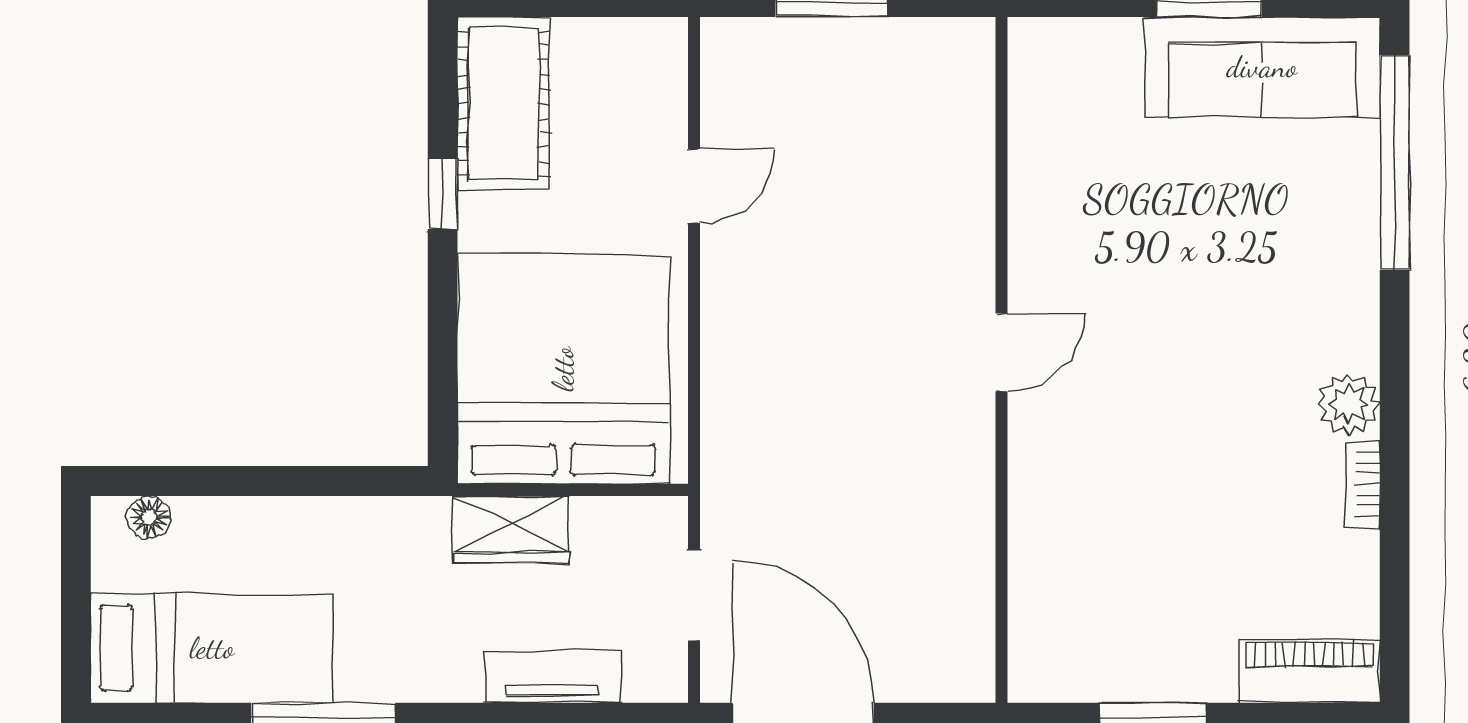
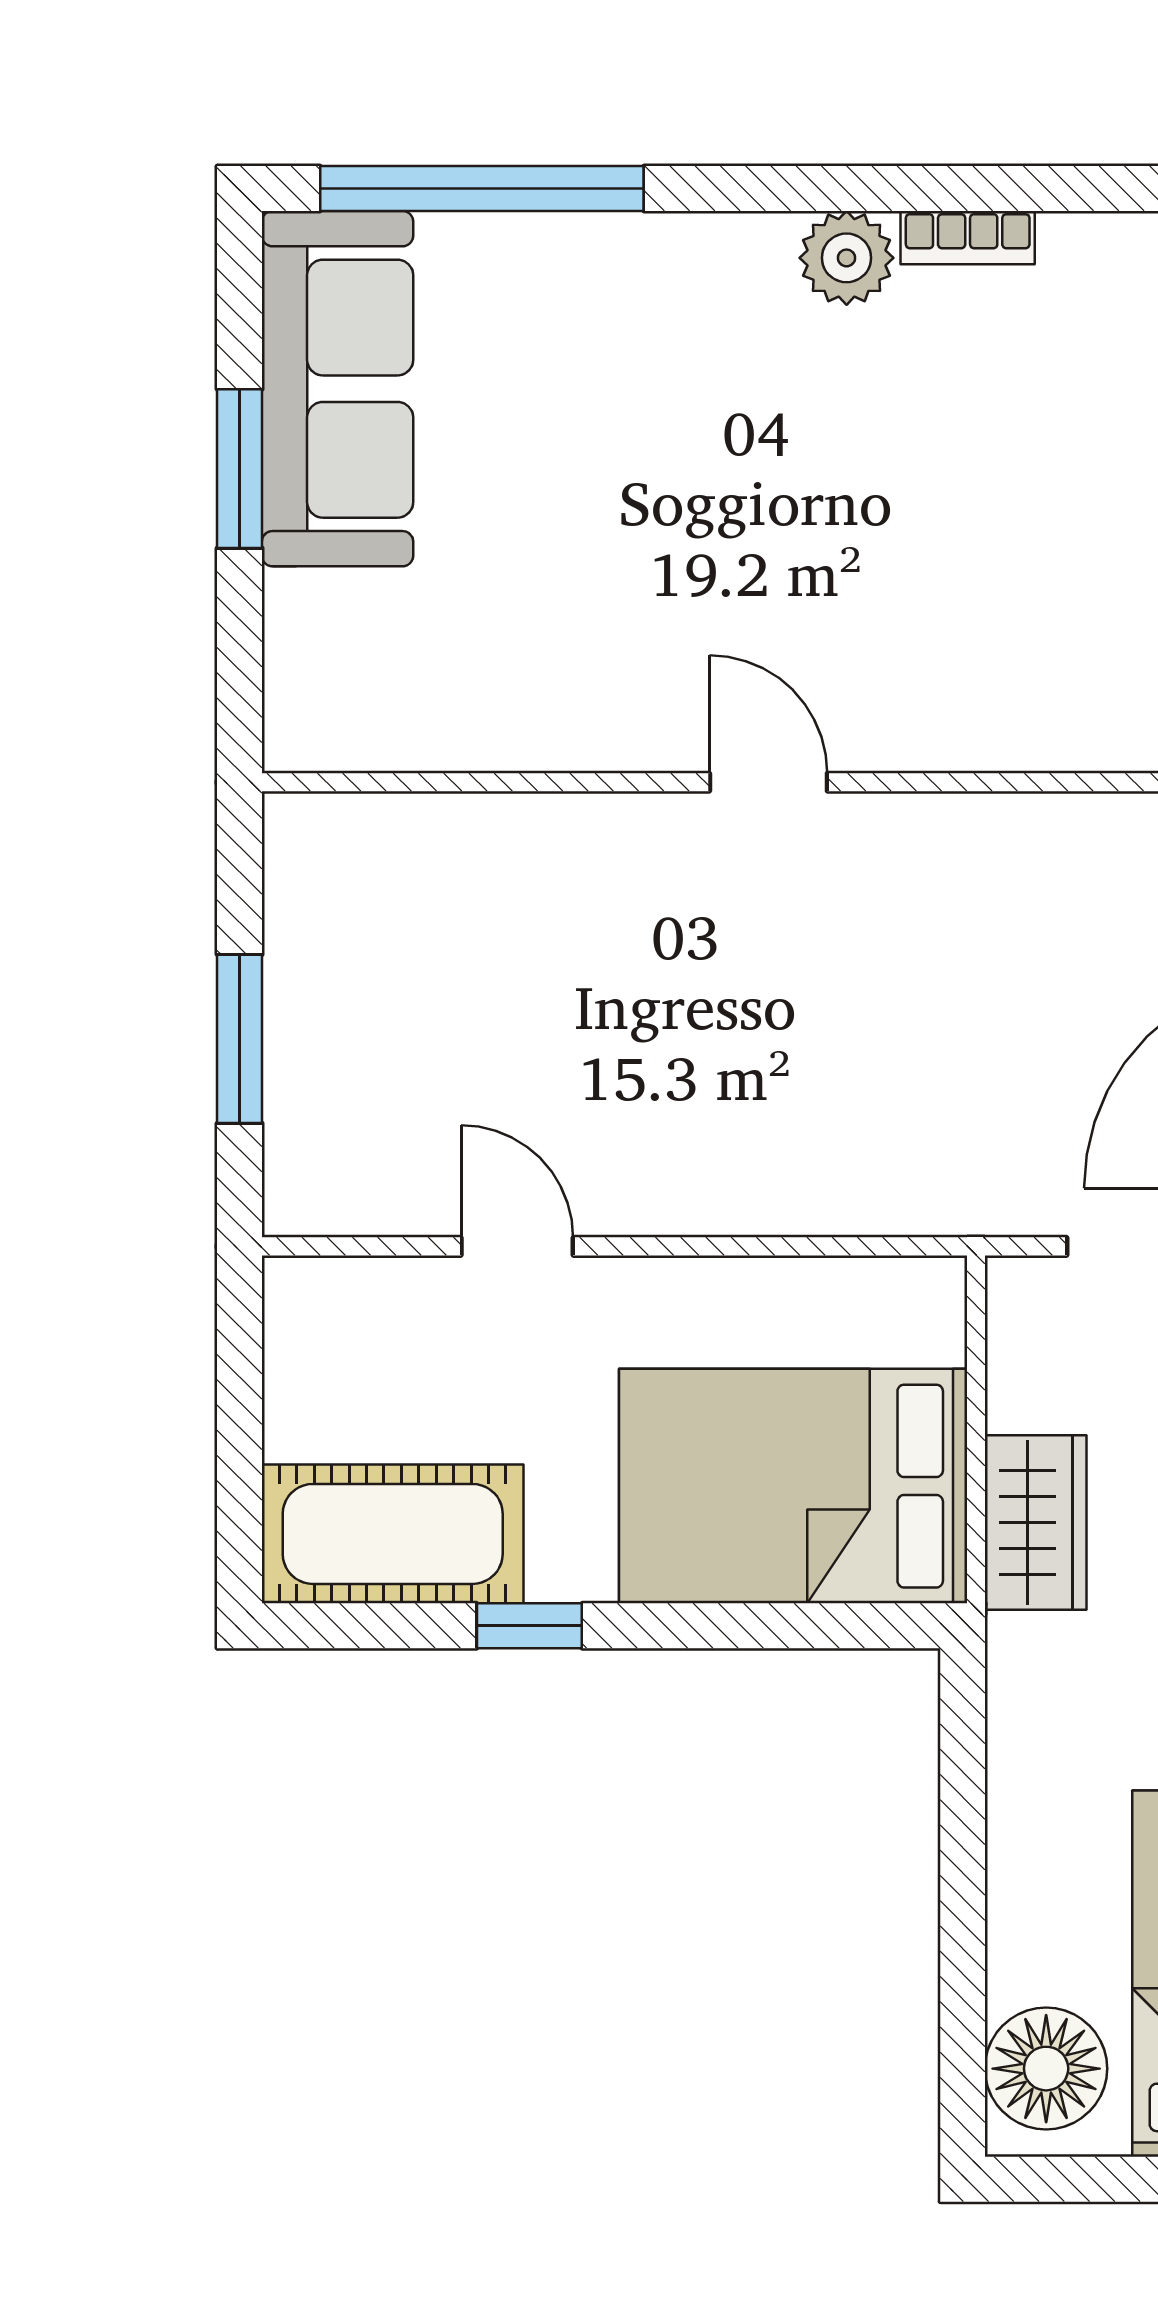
bed: (563, 369) -> (793, 1486), width x0.73
floor lamp: (149, 517) -> (1046, 2069), width x1.89, depth x1.89

